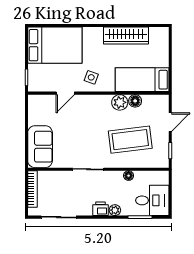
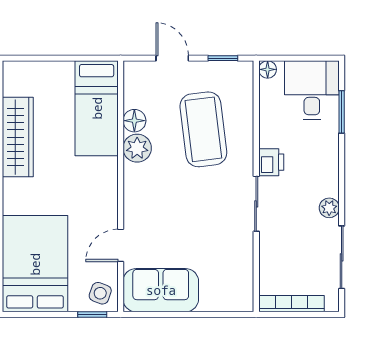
side table: (91, 77) -> (100, 293), moved
door: (65, 93) -> (121, 245), swing flipped
sofa: (40, 147) -> (161, 290), moved
floor lamp: (129, 176) -> (268, 69), moved
printer: (101, 209) -> (271, 162), moved, turned 180
plant: (115, 210) -> (329, 208), moved

